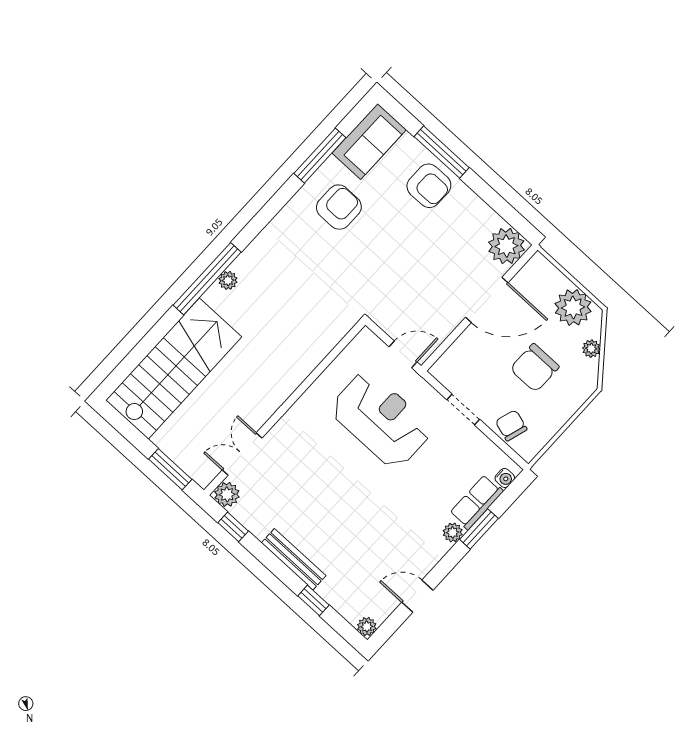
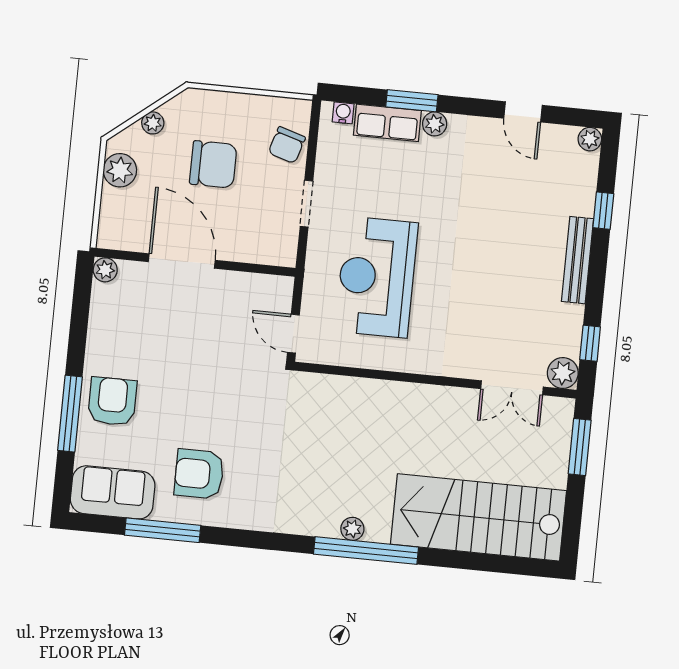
plant: (506, 246) -> (105, 270), width x0.53, depth x0.53
plant: (573, 307) -> (120, 170), width x0.73, depth x0.73
door: (403, 354) -> (293, 334), moved

